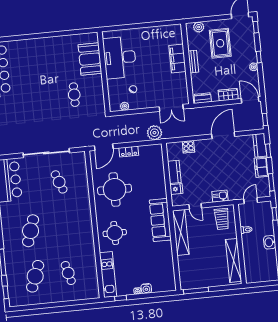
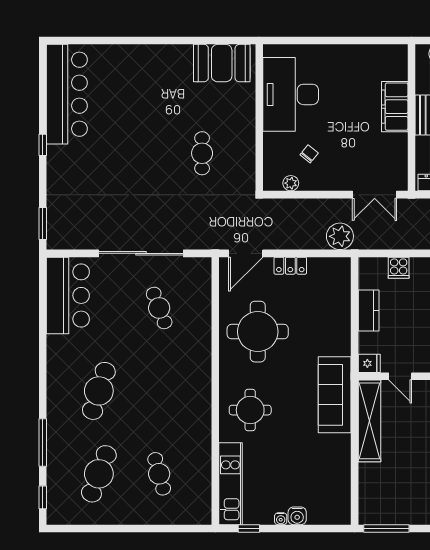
booth: (90, 59) -> (222, 63), moved, turned 90
fridge: (176, 189) -> (369, 363), moved

